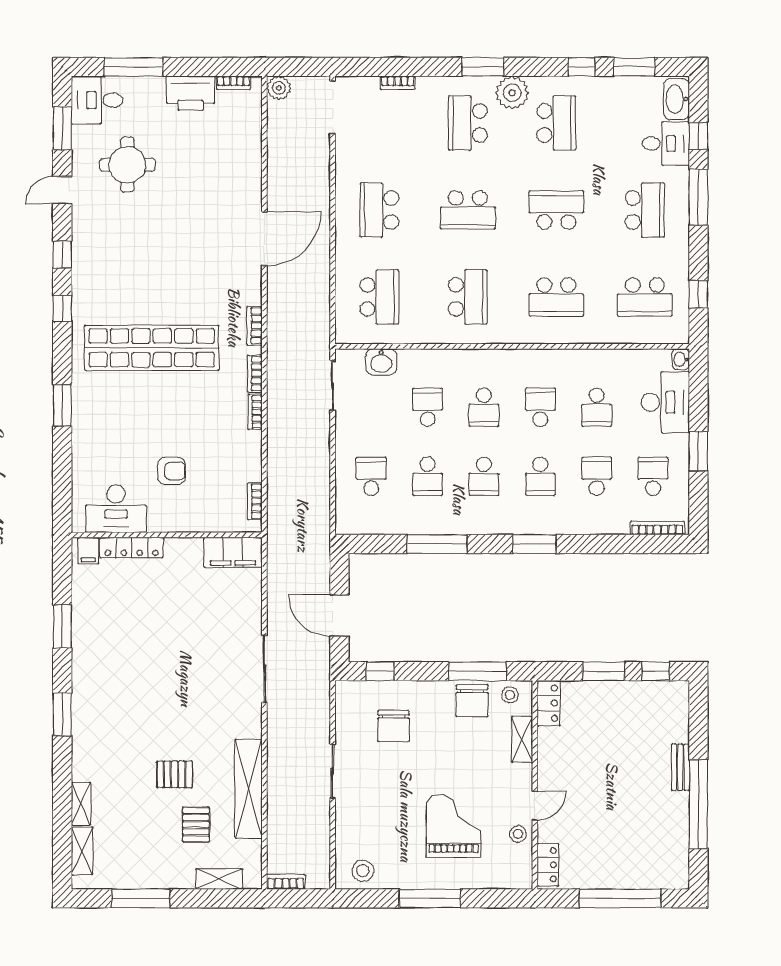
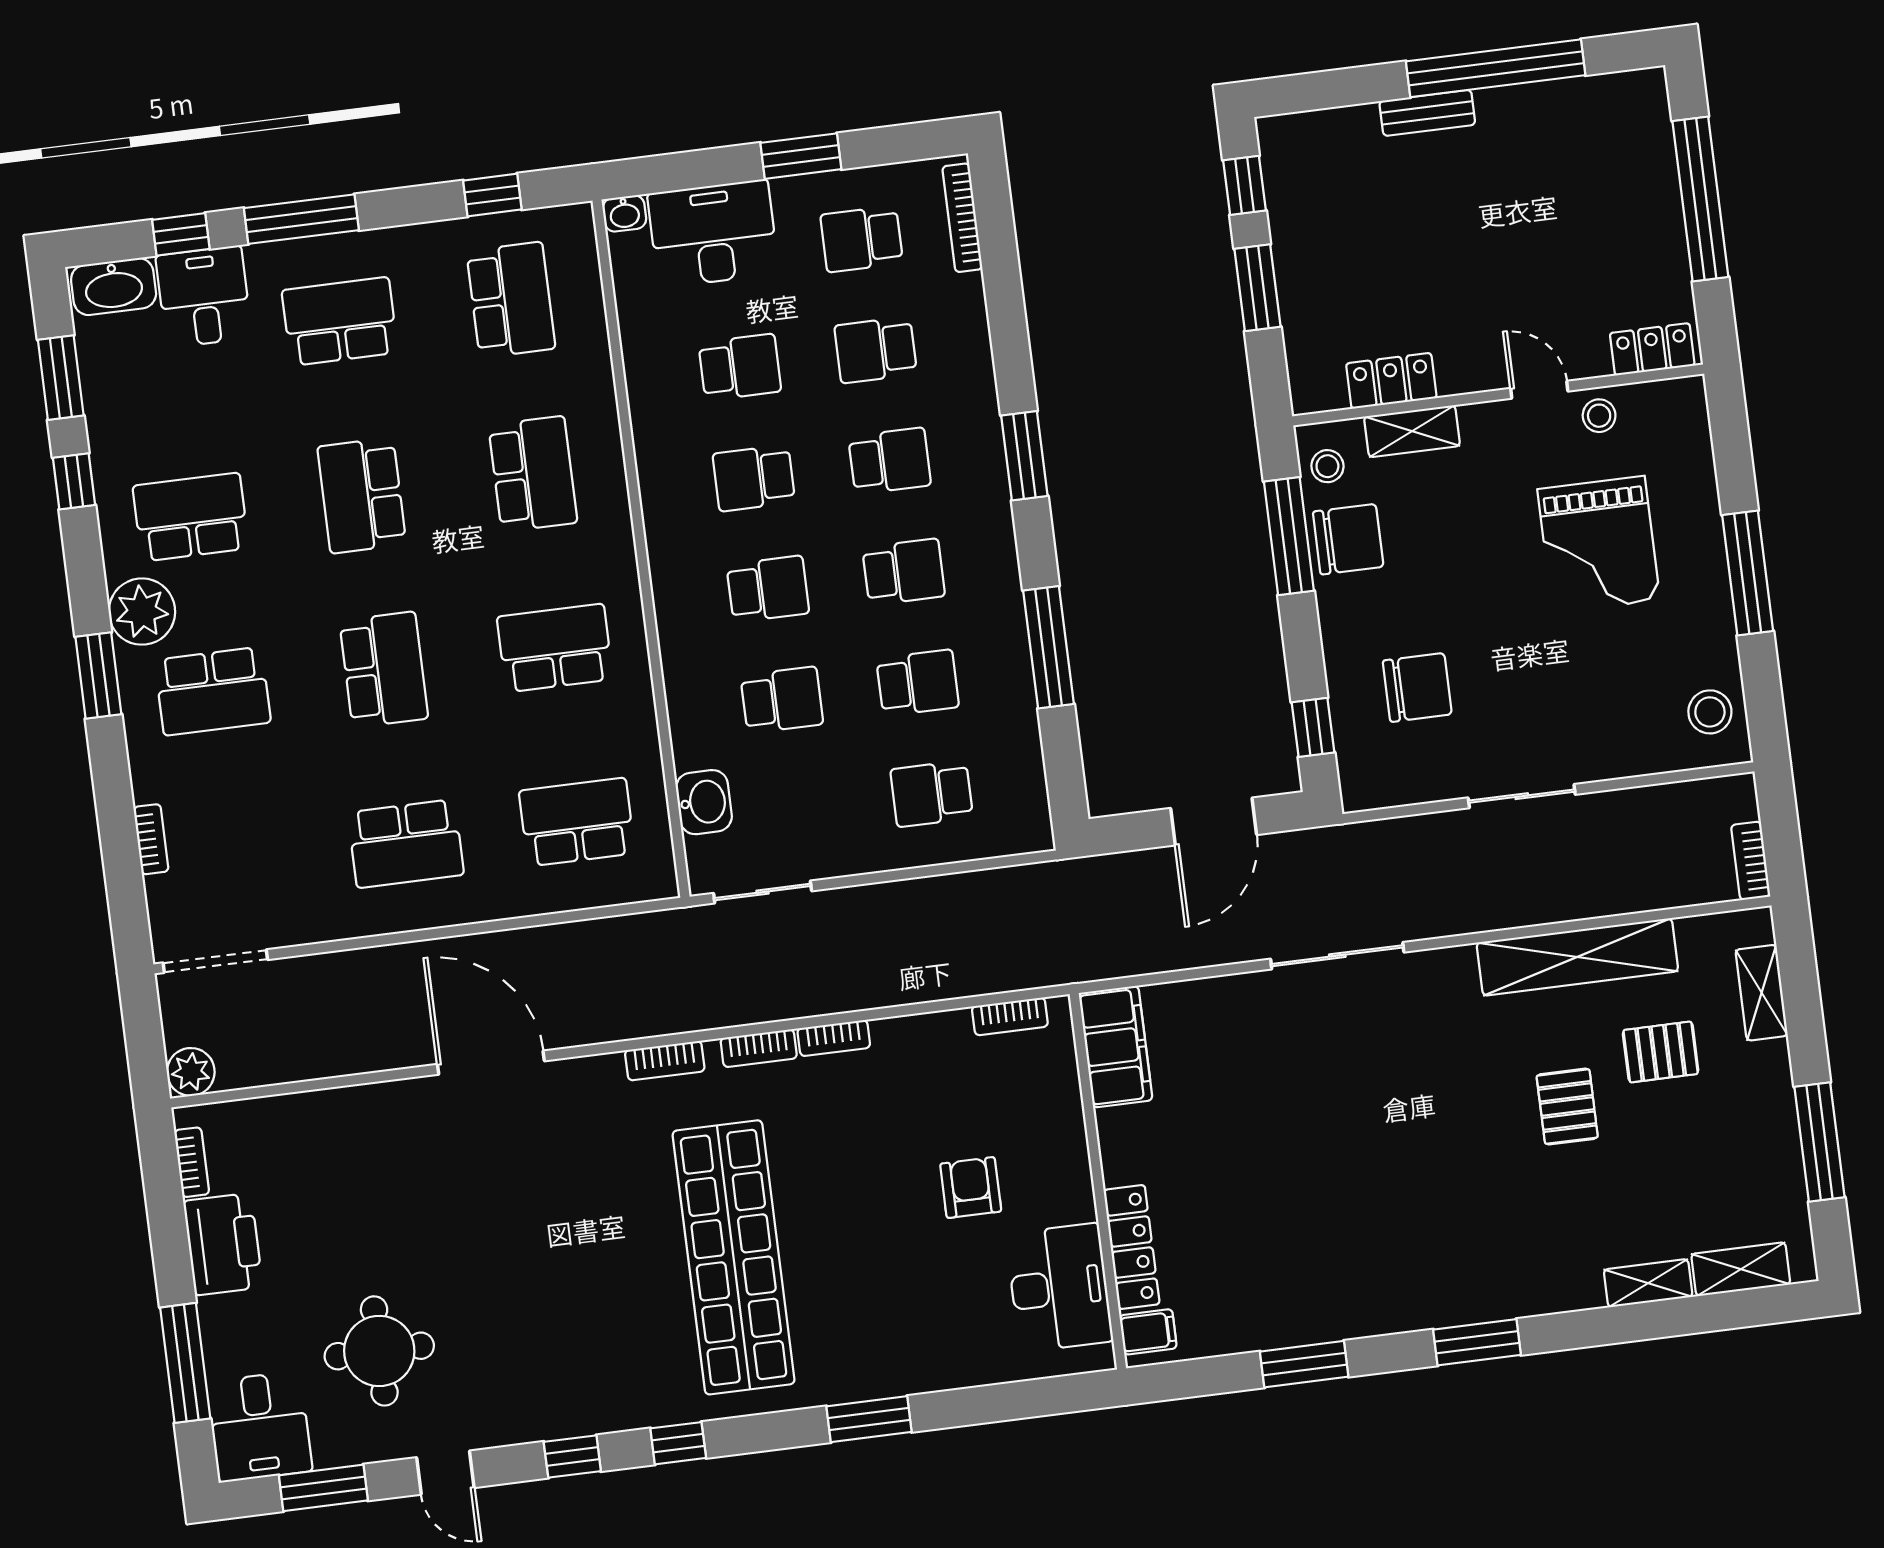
school desk: (427, 407) -> (782, 700), turned 180
locker: (549, 703) -> (1391, 381), moved
grand piano: (454, 826) -> (1599, 545), turned -90

